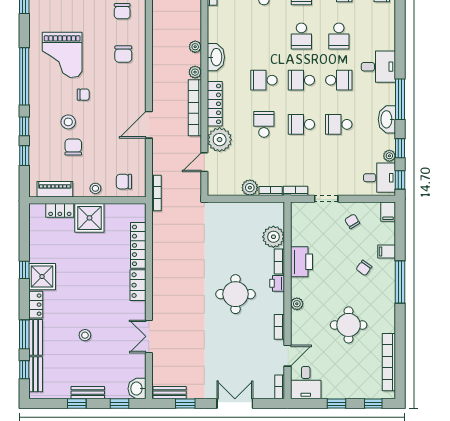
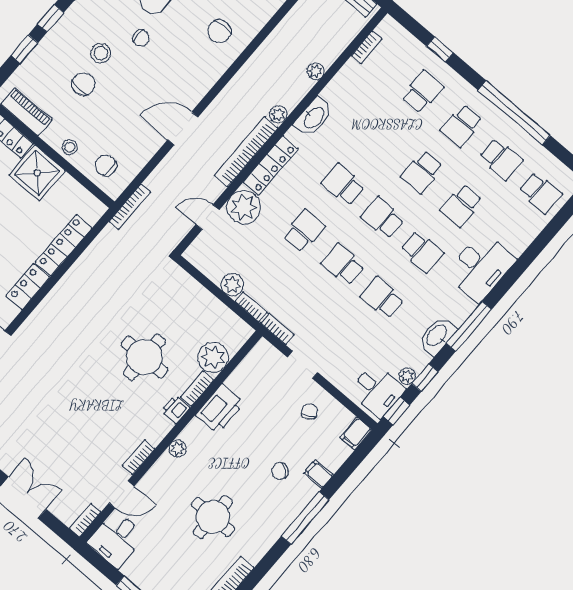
plant: (195, 47) -> (316, 71), moved
desk: (378, 67) -> (481, 267), width x1.37
round table: (235, 294) -> (144, 357), moved

